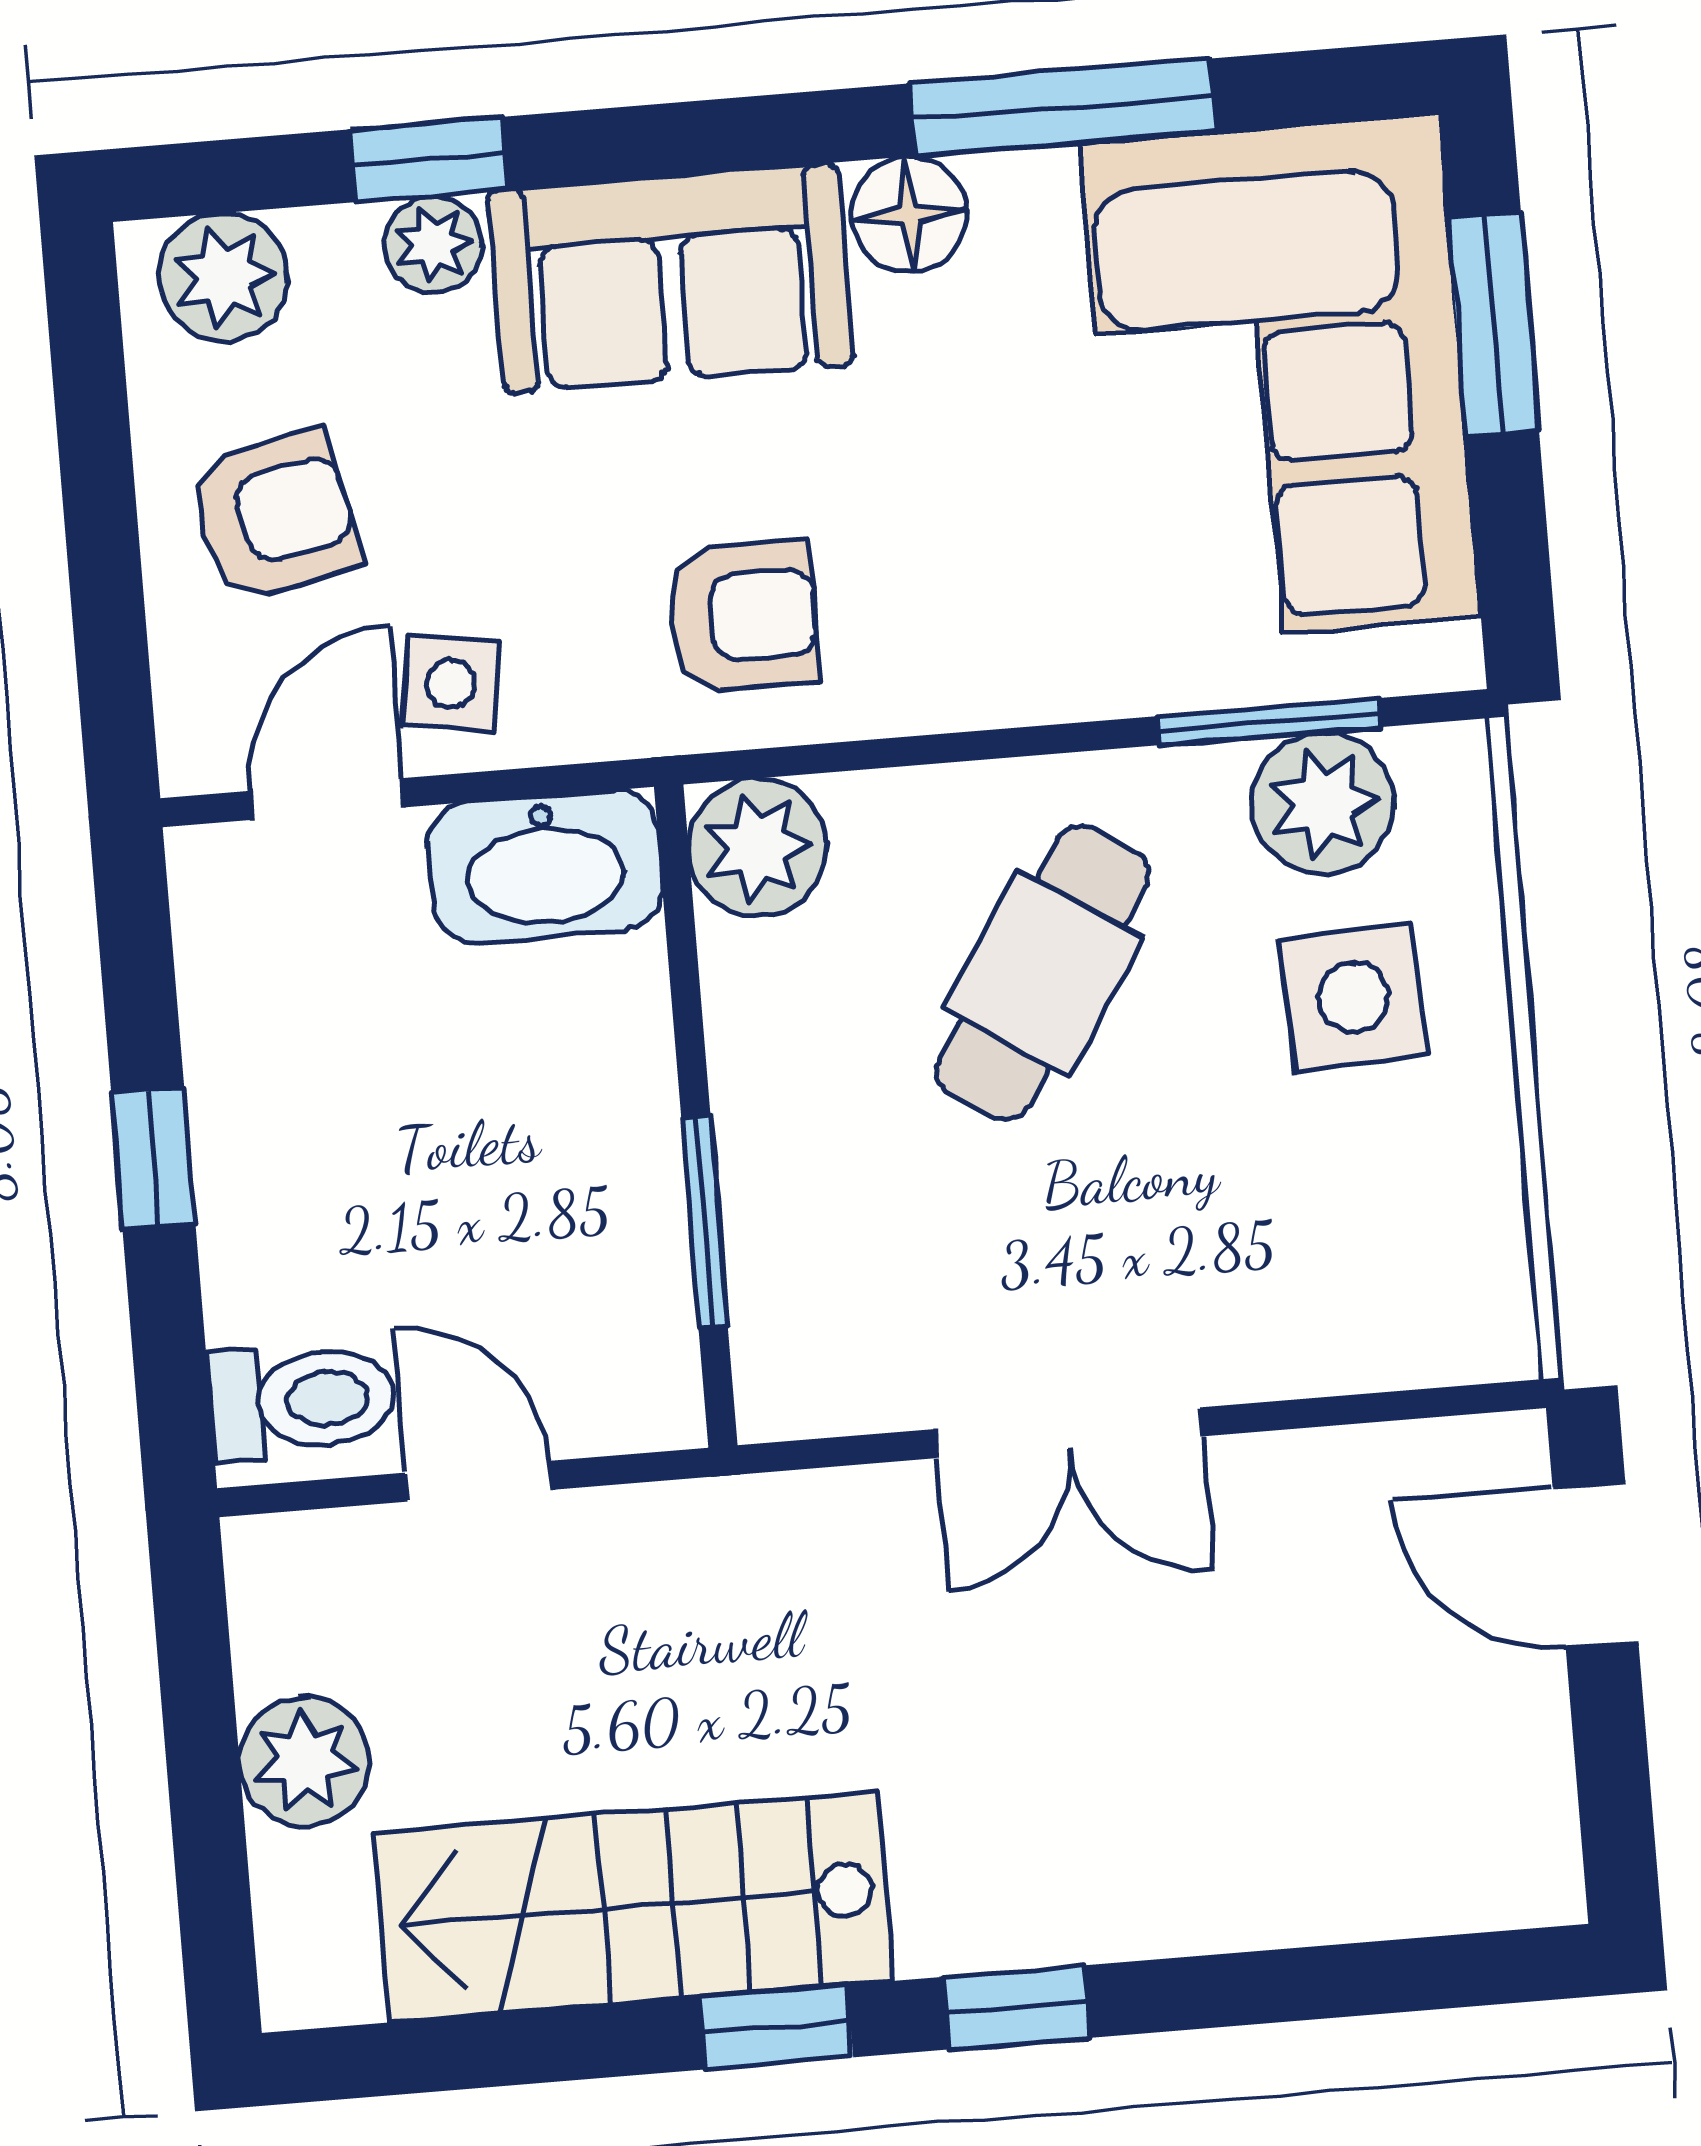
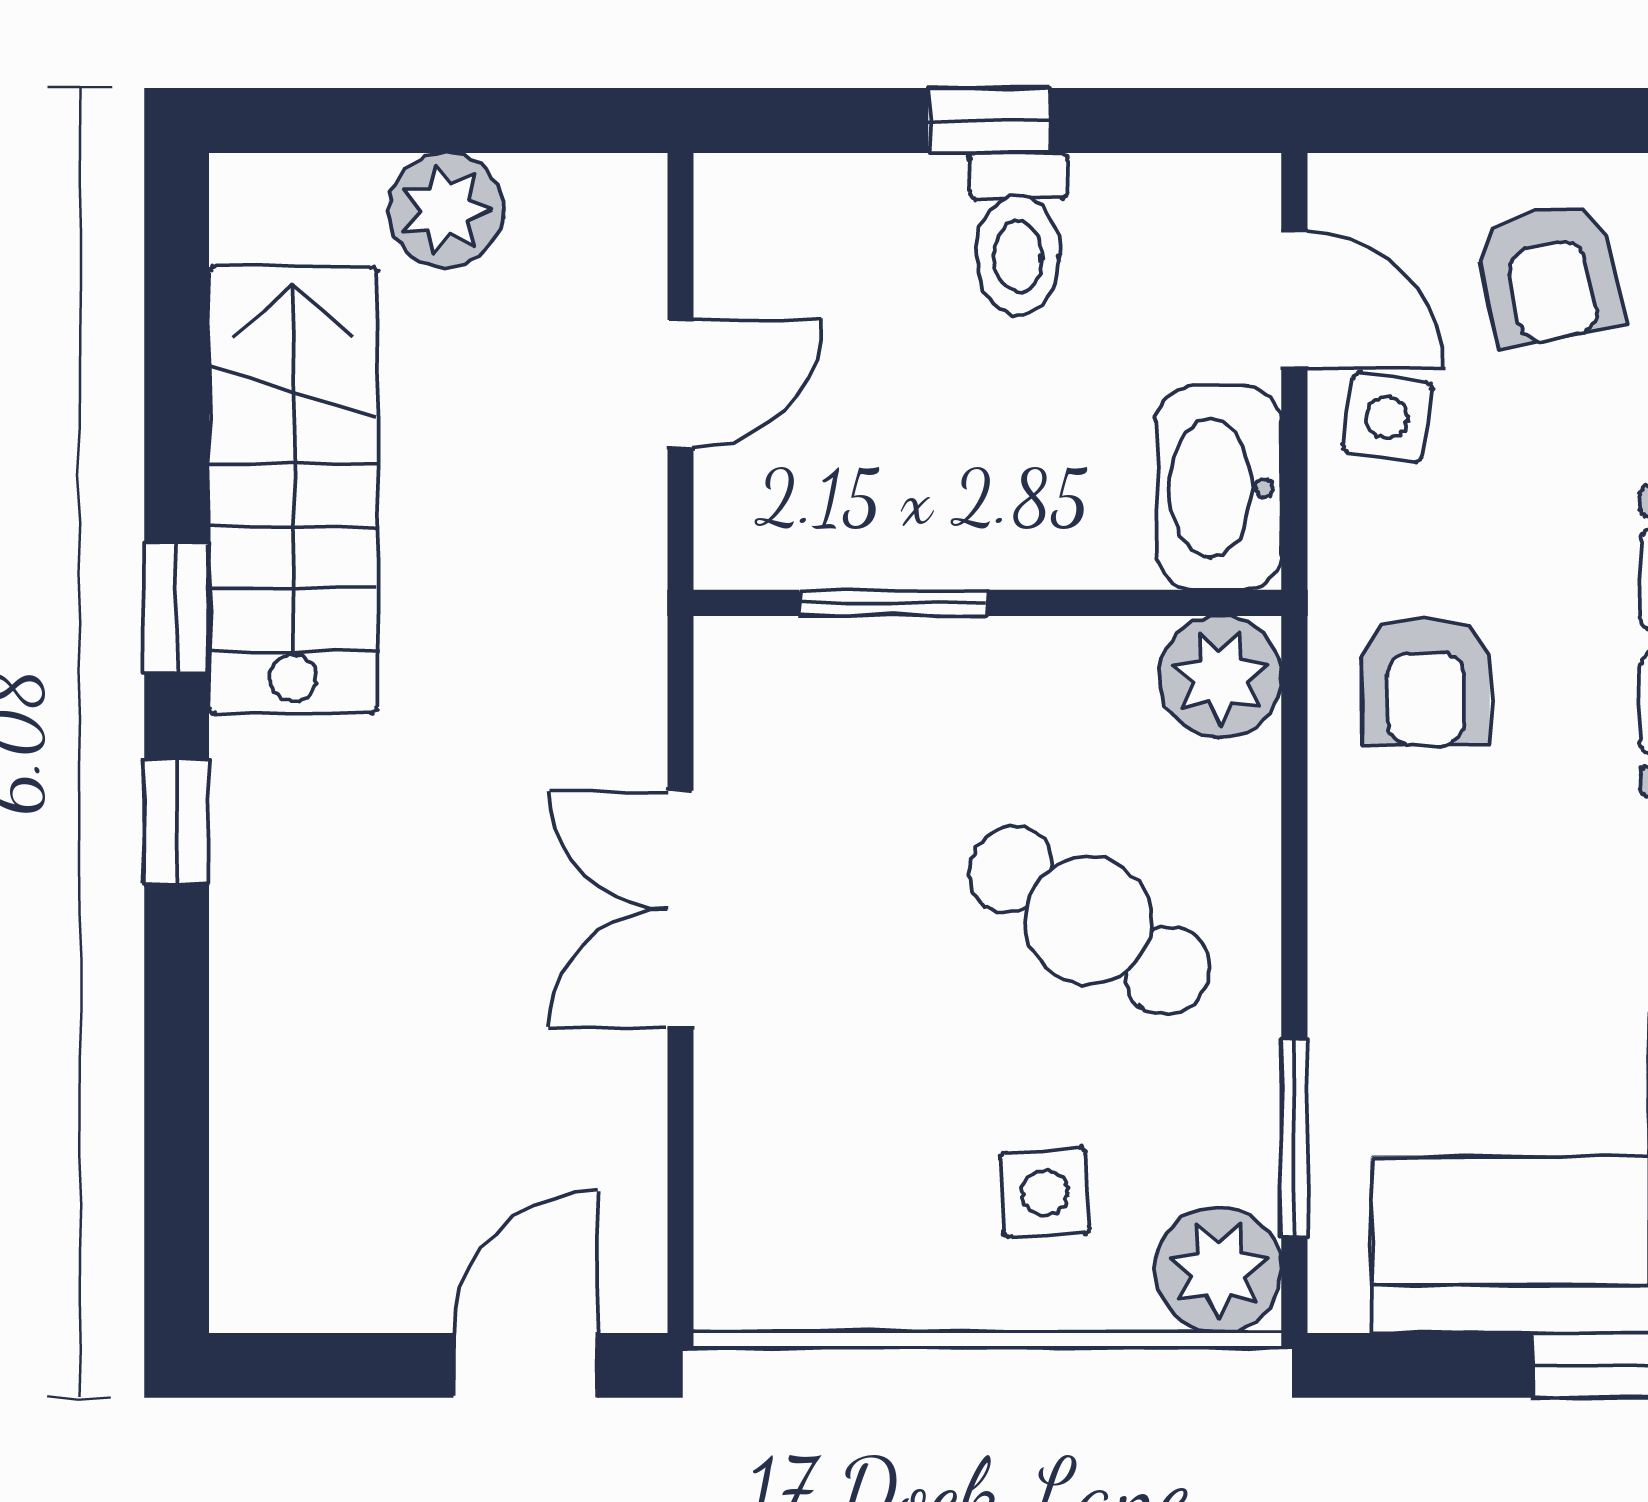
plant: (1323, 803) -> (1218, 1270), moved
side table: (1354, 997) -> (1045, 1193), width x0.73, depth x0.73
toilet: (302, 1400) -> (1018, 234), moved

